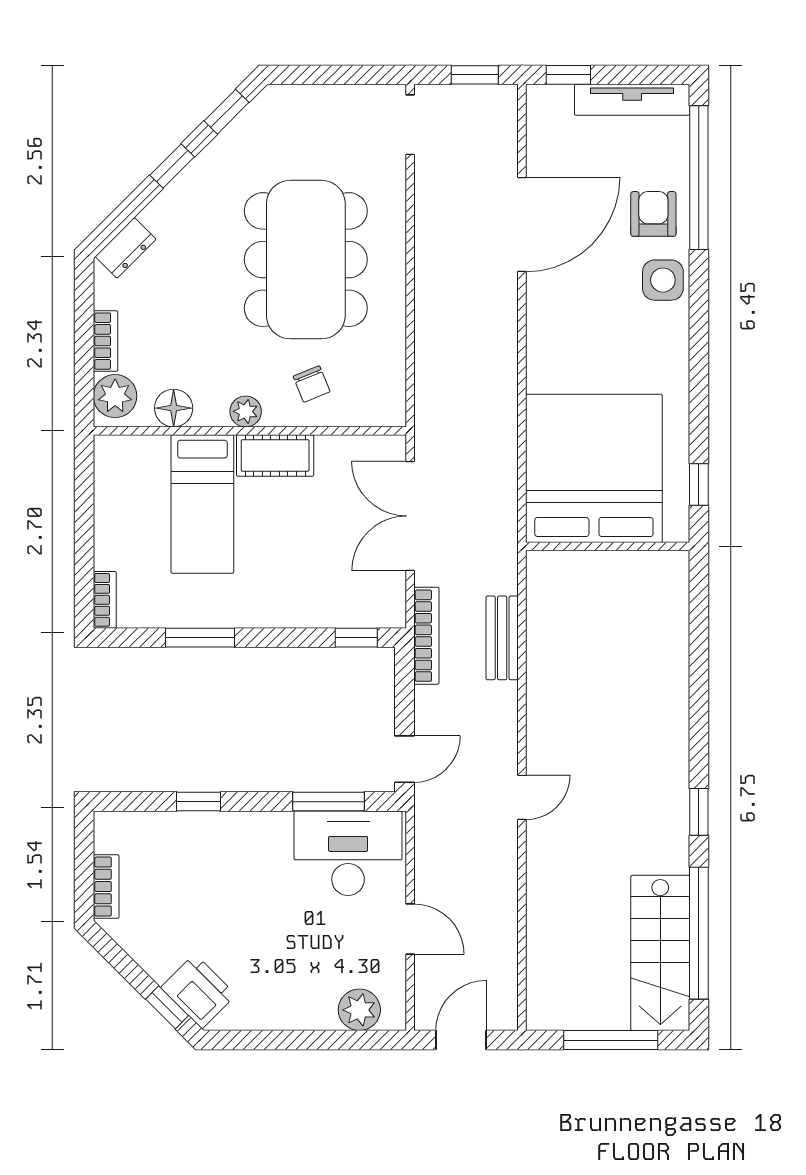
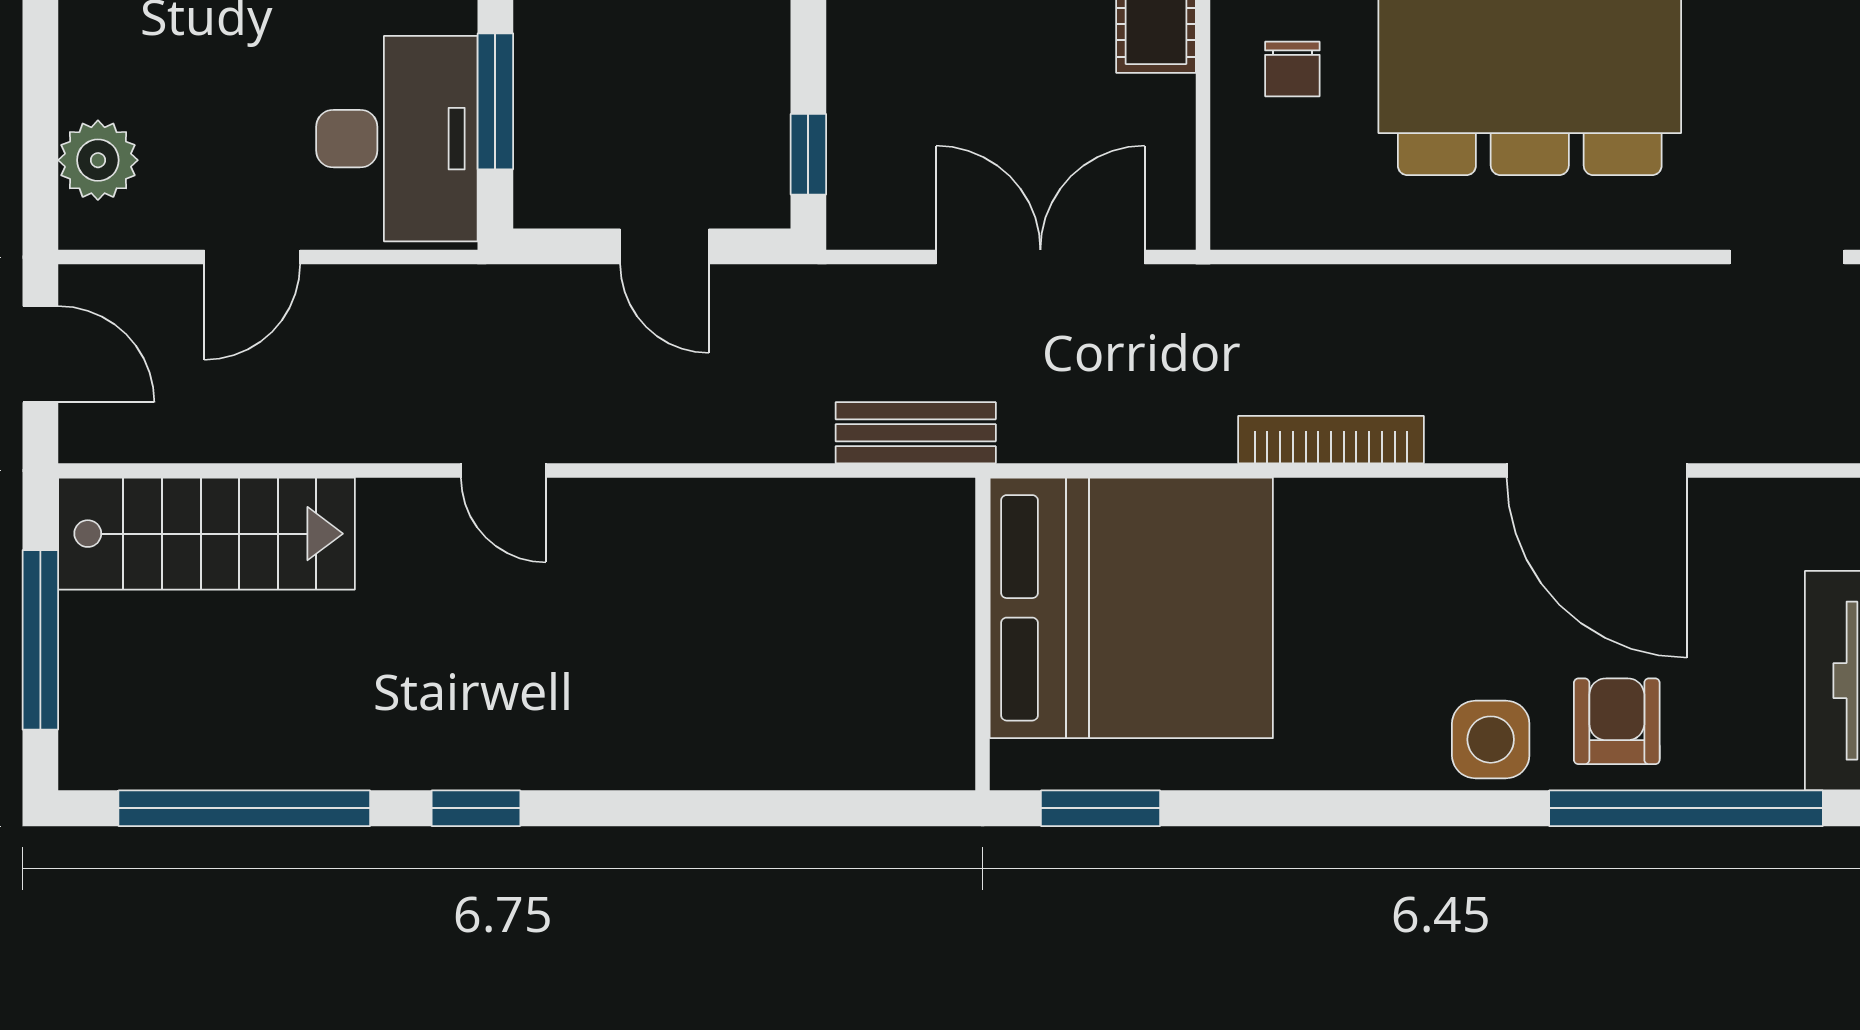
armchair: (653, 214) -> (1617, 721), turned -90
chair: (312, 384) -> (1292, 69), turned -68
window: (699, 484) -> (1101, 808), width x1.50
bookcase: (426, 636) -> (1331, 440), moved, turned 180
bench: (502, 638) -> (916, 433), moved
door: (405, 759) -> (665, 246), moved
stairs: (660, 953) -> (207, 534), moved, turned 180

